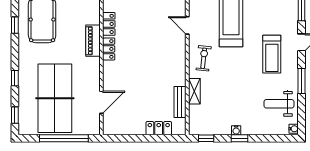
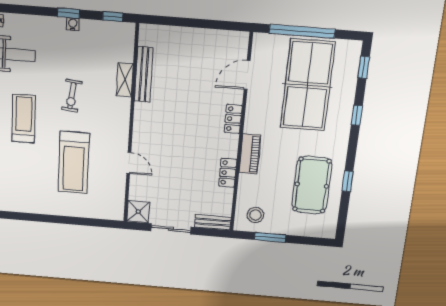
locker: (109, 49) -> (233, 119), moved
exercise bike: (204, 58) -> (72, 96), moved
bench: (180, 102) -> (144, 75), width x1.36
locker: (159, 128) -> (175, 35), removed

